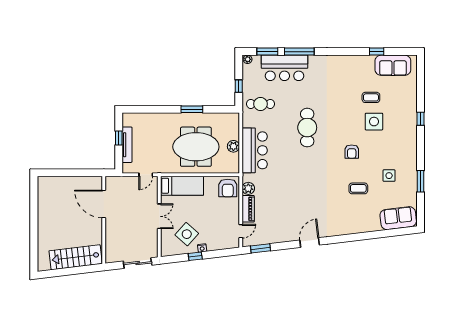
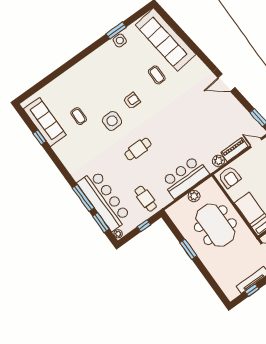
sofa: (393, 65) -> (45, 122), width x1.36
bar counter: (284, 68) -> (104, 200), width x1.36
window: (421, 119) -> (68, 65), removed
side table: (374, 122) -> (112, 121), moved
cafe table: (307, 128) -> (138, 149), width x0.73, depth x0.74
side table: (389, 176) -> (120, 41), moved
armchair: (228, 188) -> (230, 177), turned 90
sofa: (398, 218) -> (165, 40), width x1.85, depth x1.27

